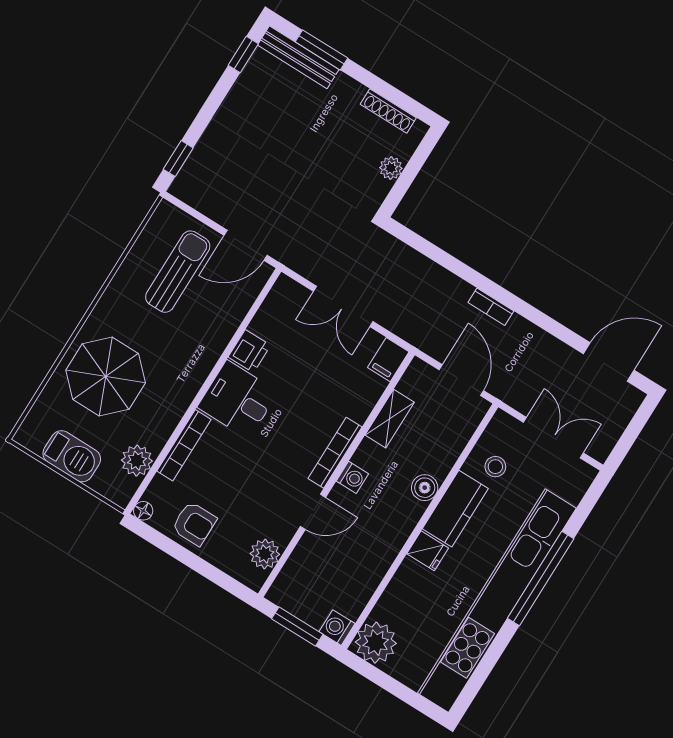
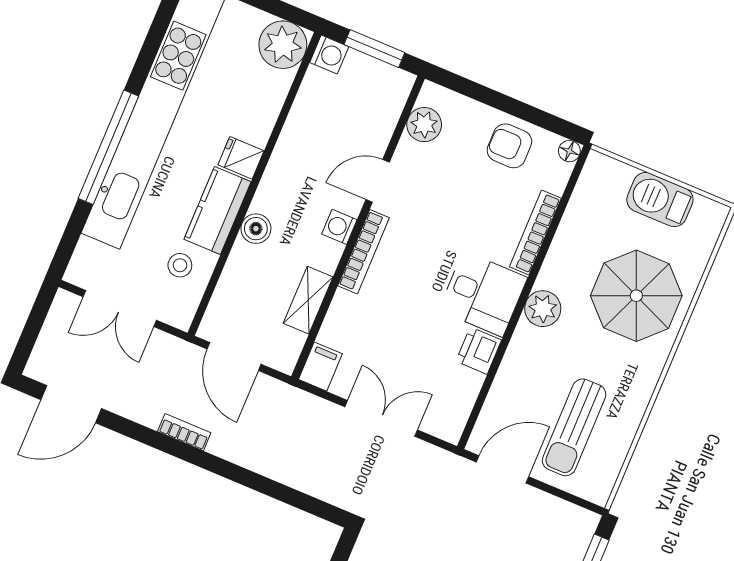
bookcase: (491, 307) -> (184, 432), moved
plant: (137, 461) -> (543, 309), moved

